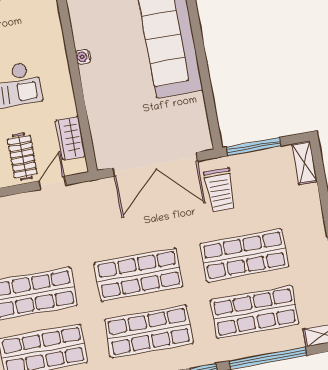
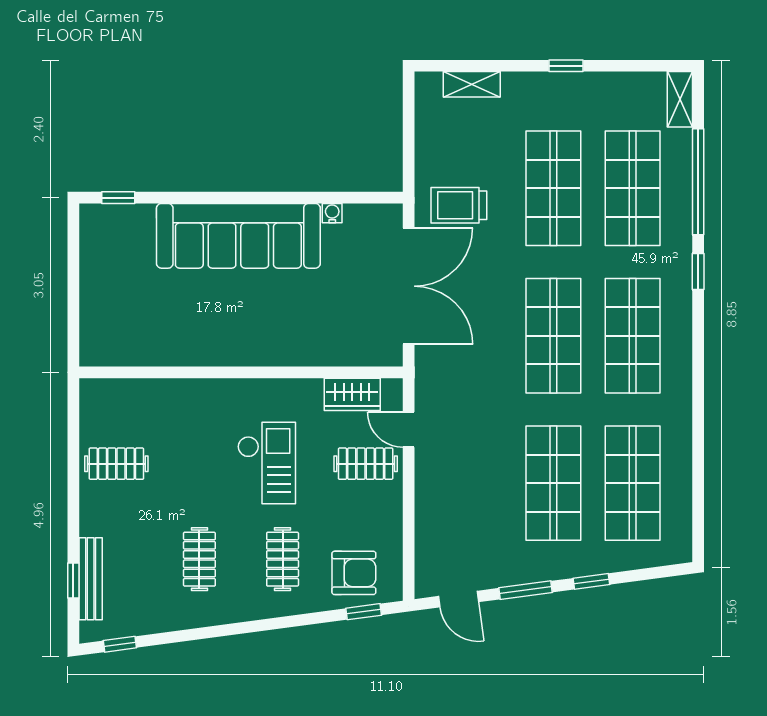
water cooler: (83, 57) -> (332, 213), moved, turned 180
window: (254, 146) -> (409, 148), removed
shelving: (304, 163) -> (472, 84), moved
trolley: (220, 190) -> (459, 205), turned 180

